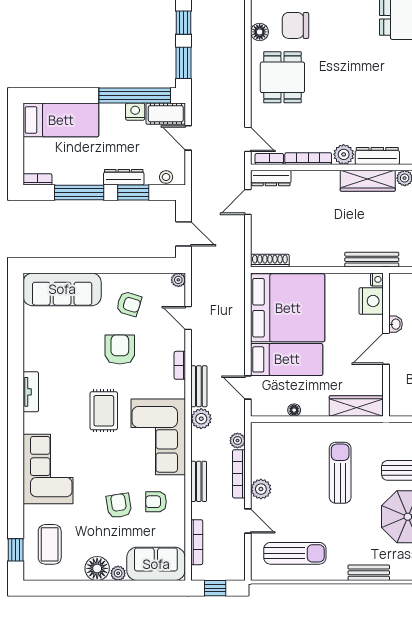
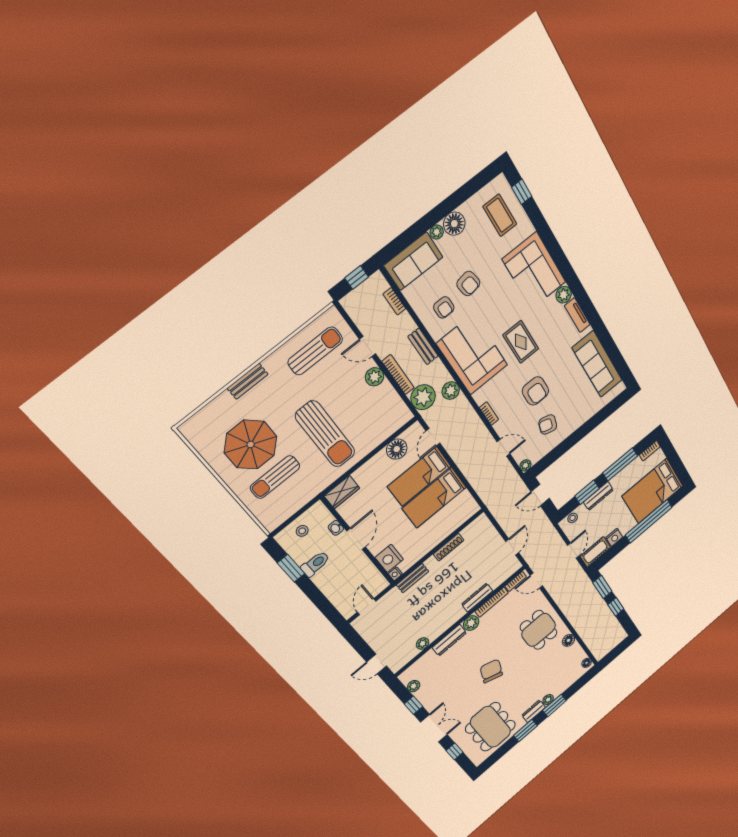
chair: (295, 25) -> (491, 671), moved, turned -71
window: (135, 96) -> (649, 521), moved
bed: (61, 120) -> (653, 491), width x1.50
door: (188, 138) -> (573, 551), hinge flipped
dresser: (271, 178) -> (477, 598), moved
wardrobe: (368, 181) -> (445, 622), removed
bench: (372, 260) -> (413, 578), width x0.73
shoe rack: (270, 261) -> (449, 547), moved
sofa: (62, 289) -> (597, 364), moved, turned -90
bed: (288, 308) -> (434, 498), width x0.49
washbasin: (395, 324) -> (336, 528), moved
bench: (199, 386) -> (467, 411), removed
door: (248, 387) -> (433, 437), swing flipped
wardrobe: (356, 406) -> (342, 492), width x0.67
floor lamp: (294, 410) -> (397, 449), width x1.89, depth x1.89
plant: (33, 423) -> (564, 295), added
plant: (237, 441) -> (423, 397), width x1.87, depth x1.87
sun lounger: (340, 473) -> (325, 434), width x1.36, depth x1.34
armchair: (156, 502) -> (444, 307), turned 90
bookcase: (197, 542) -> (394, 301), width x0.64
sun lounger: (295, 553) -> (315, 351), turned 180

